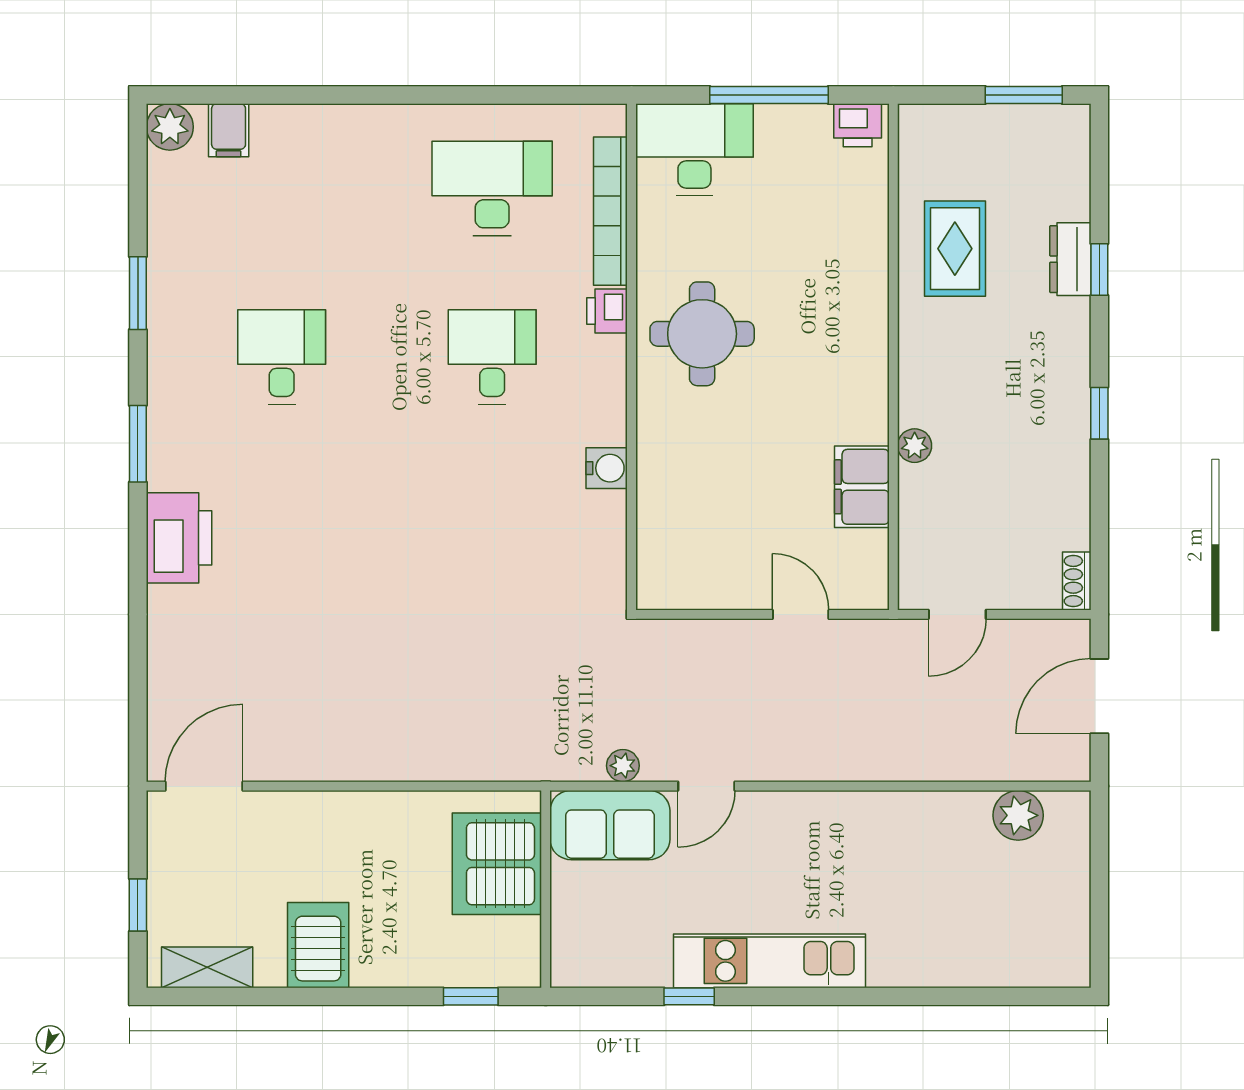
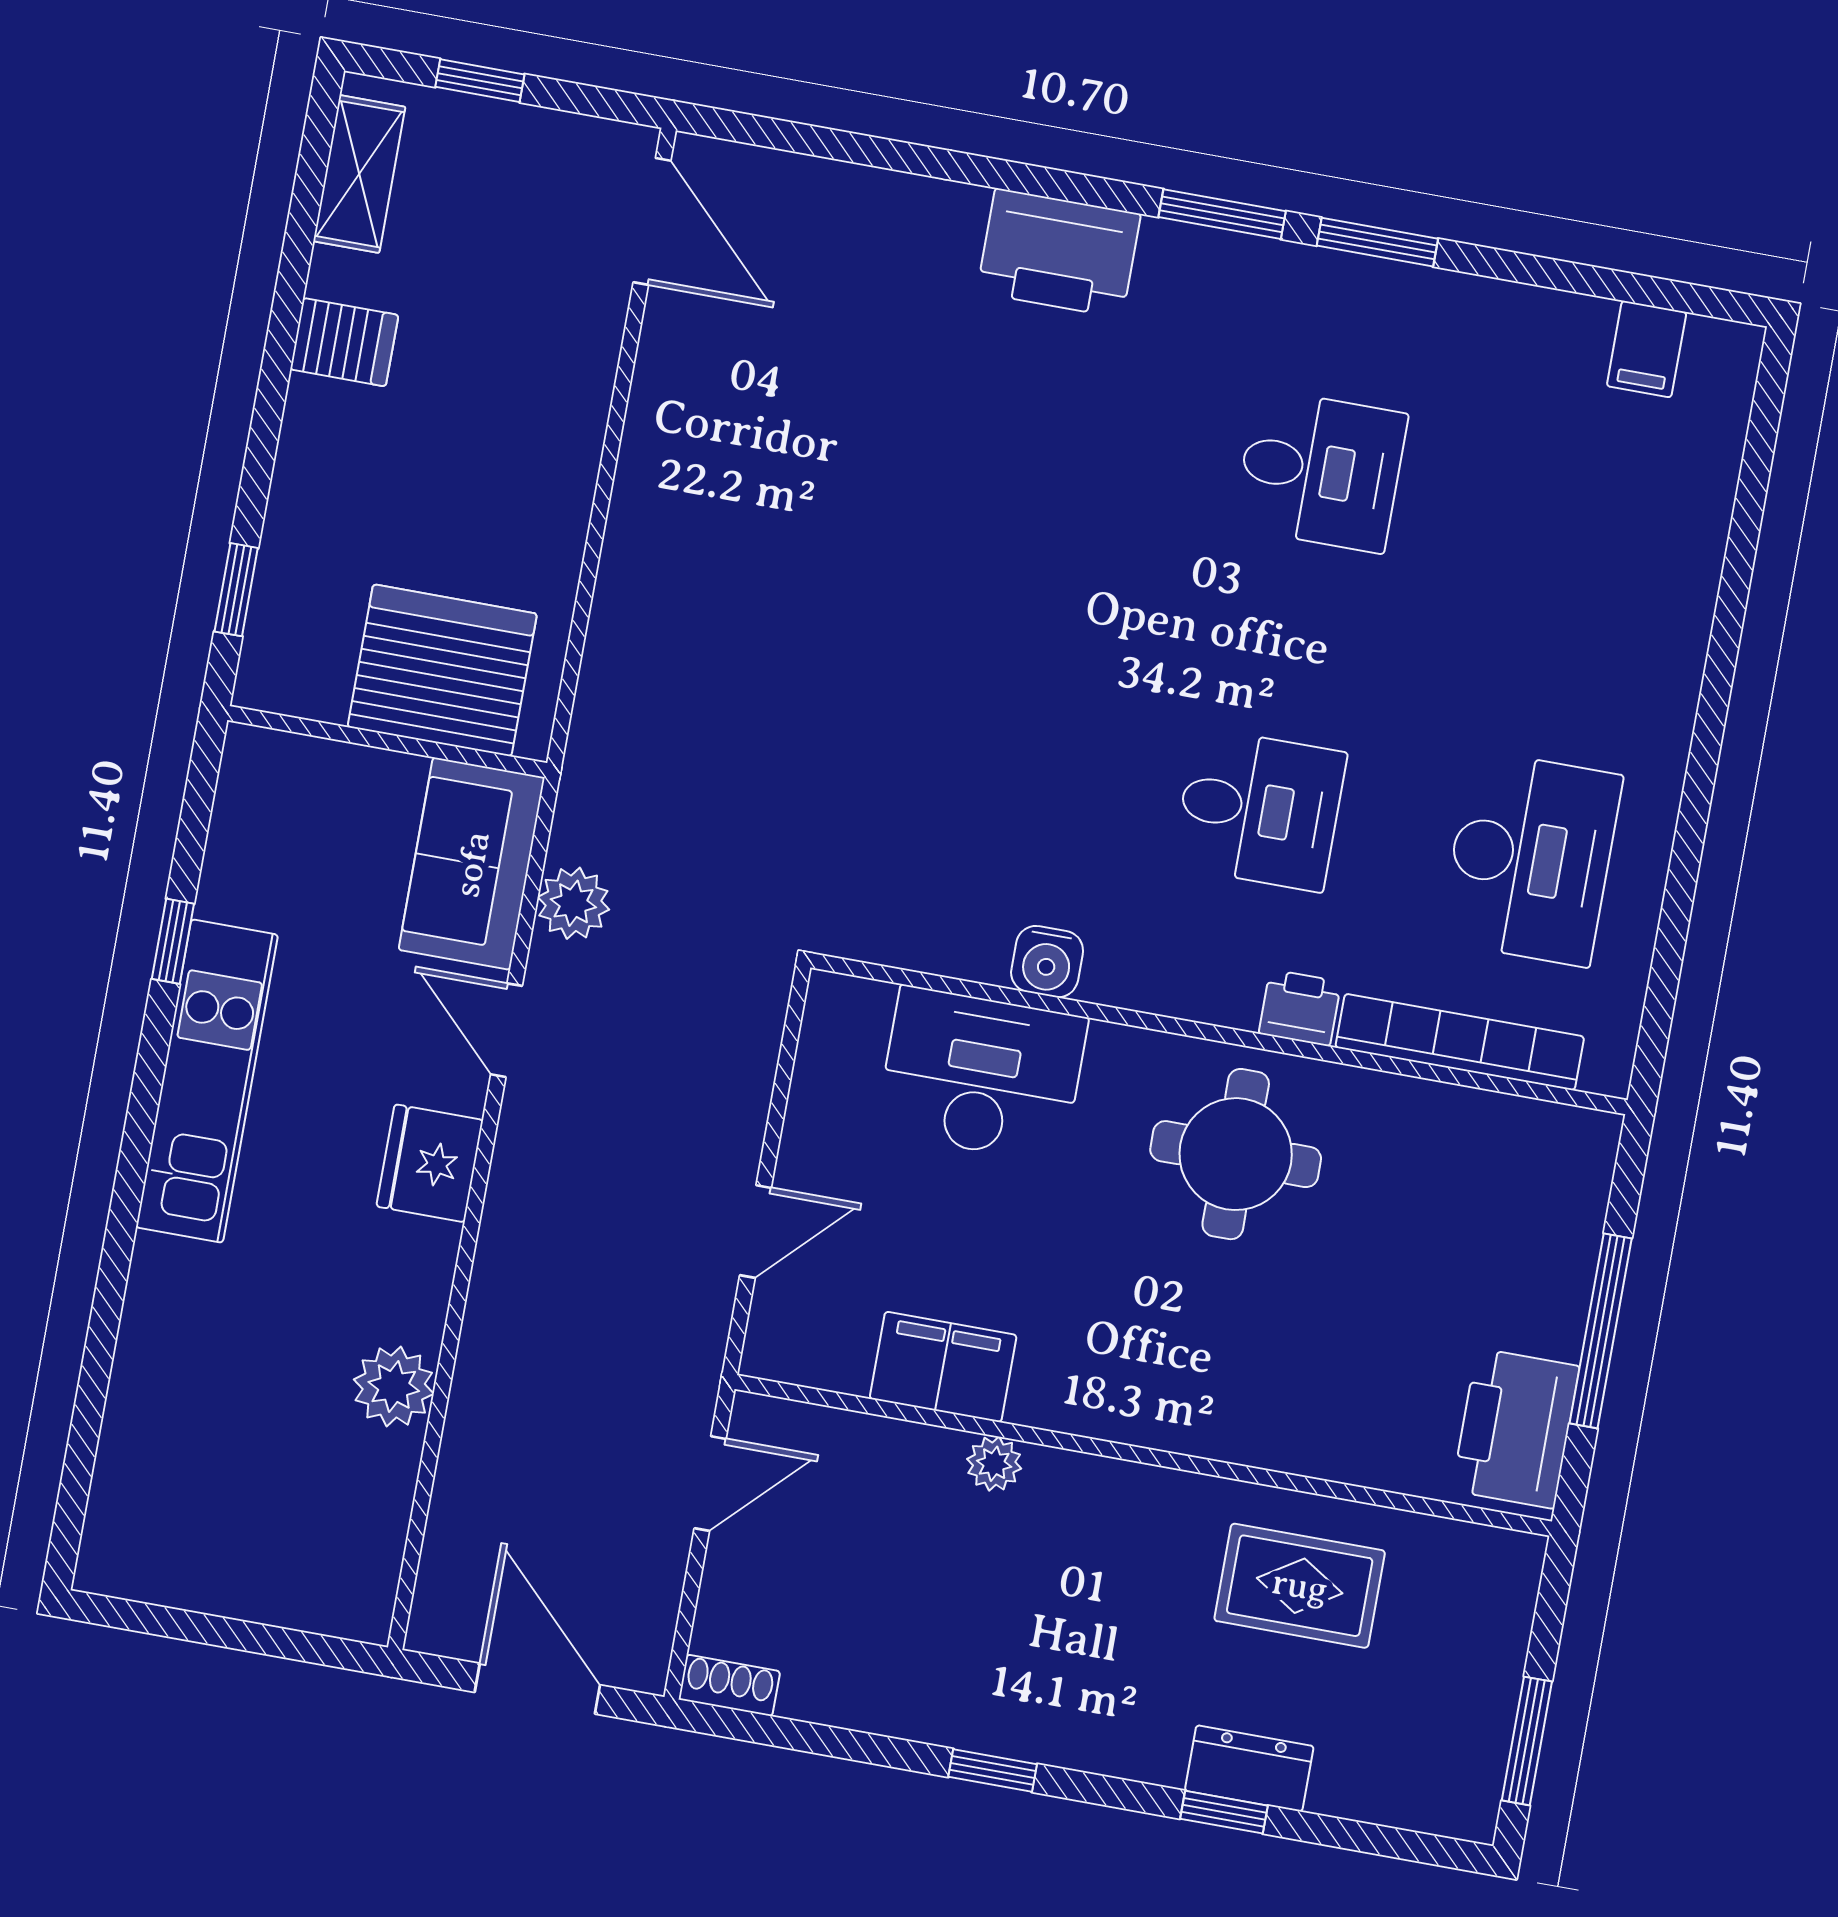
printer: (858, 125) -> (1516, 1428), width x1.87, depth x1.48
plant: (170, 127) -> (1723, 357), removed
filing cabinet: (229, 130) -> (1647, 349), moved, turned -90
desk: (694, 150) -> (982, 1075), moved, turned -90
window: (138, 293) -> (1377, 242), moved
door: (957, 614) -> (710, 1484), swing flipped
plant: (623, 766) -> (573, 903), width x1.38, depth x1.38
plant: (1018, 815) -> (394, 1387), moved
fridge: (795, 818) -> (430, 1163), added
server rack: (318, 945) -> (344, 342), width x0.73, depth x0.70

